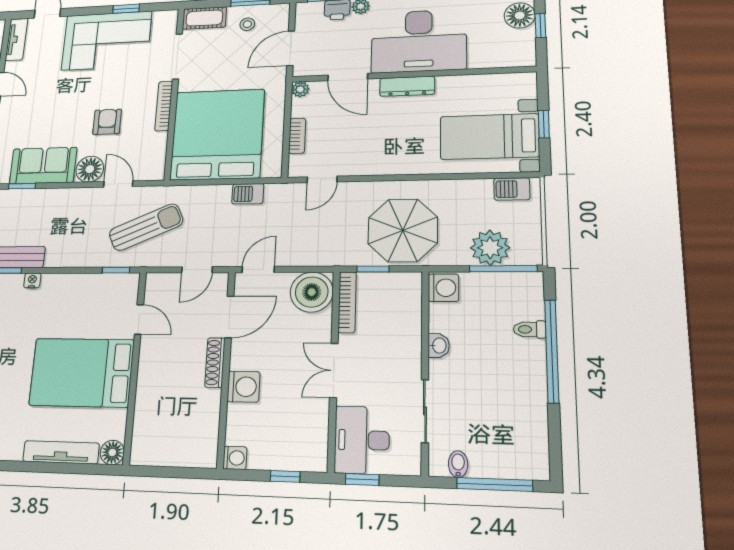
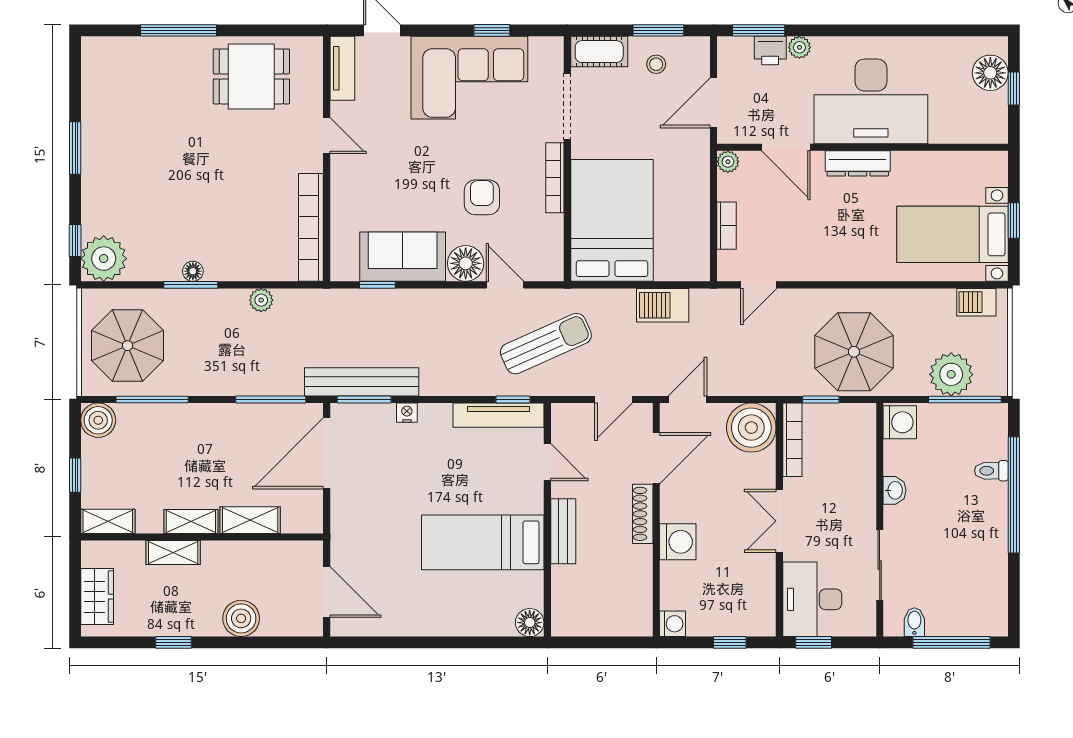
bed: (217, 134) -> (612, 220), width x0.73
barbecue: (248, 194) -> (663, 305), width x1.38, depth x1.27
bed: (81, 372) -> (483, 542), width x0.67
bench: (147, 376) -> (563, 531), added
tv unit: (61, 452) -> (499, 415), moved, turned 180

